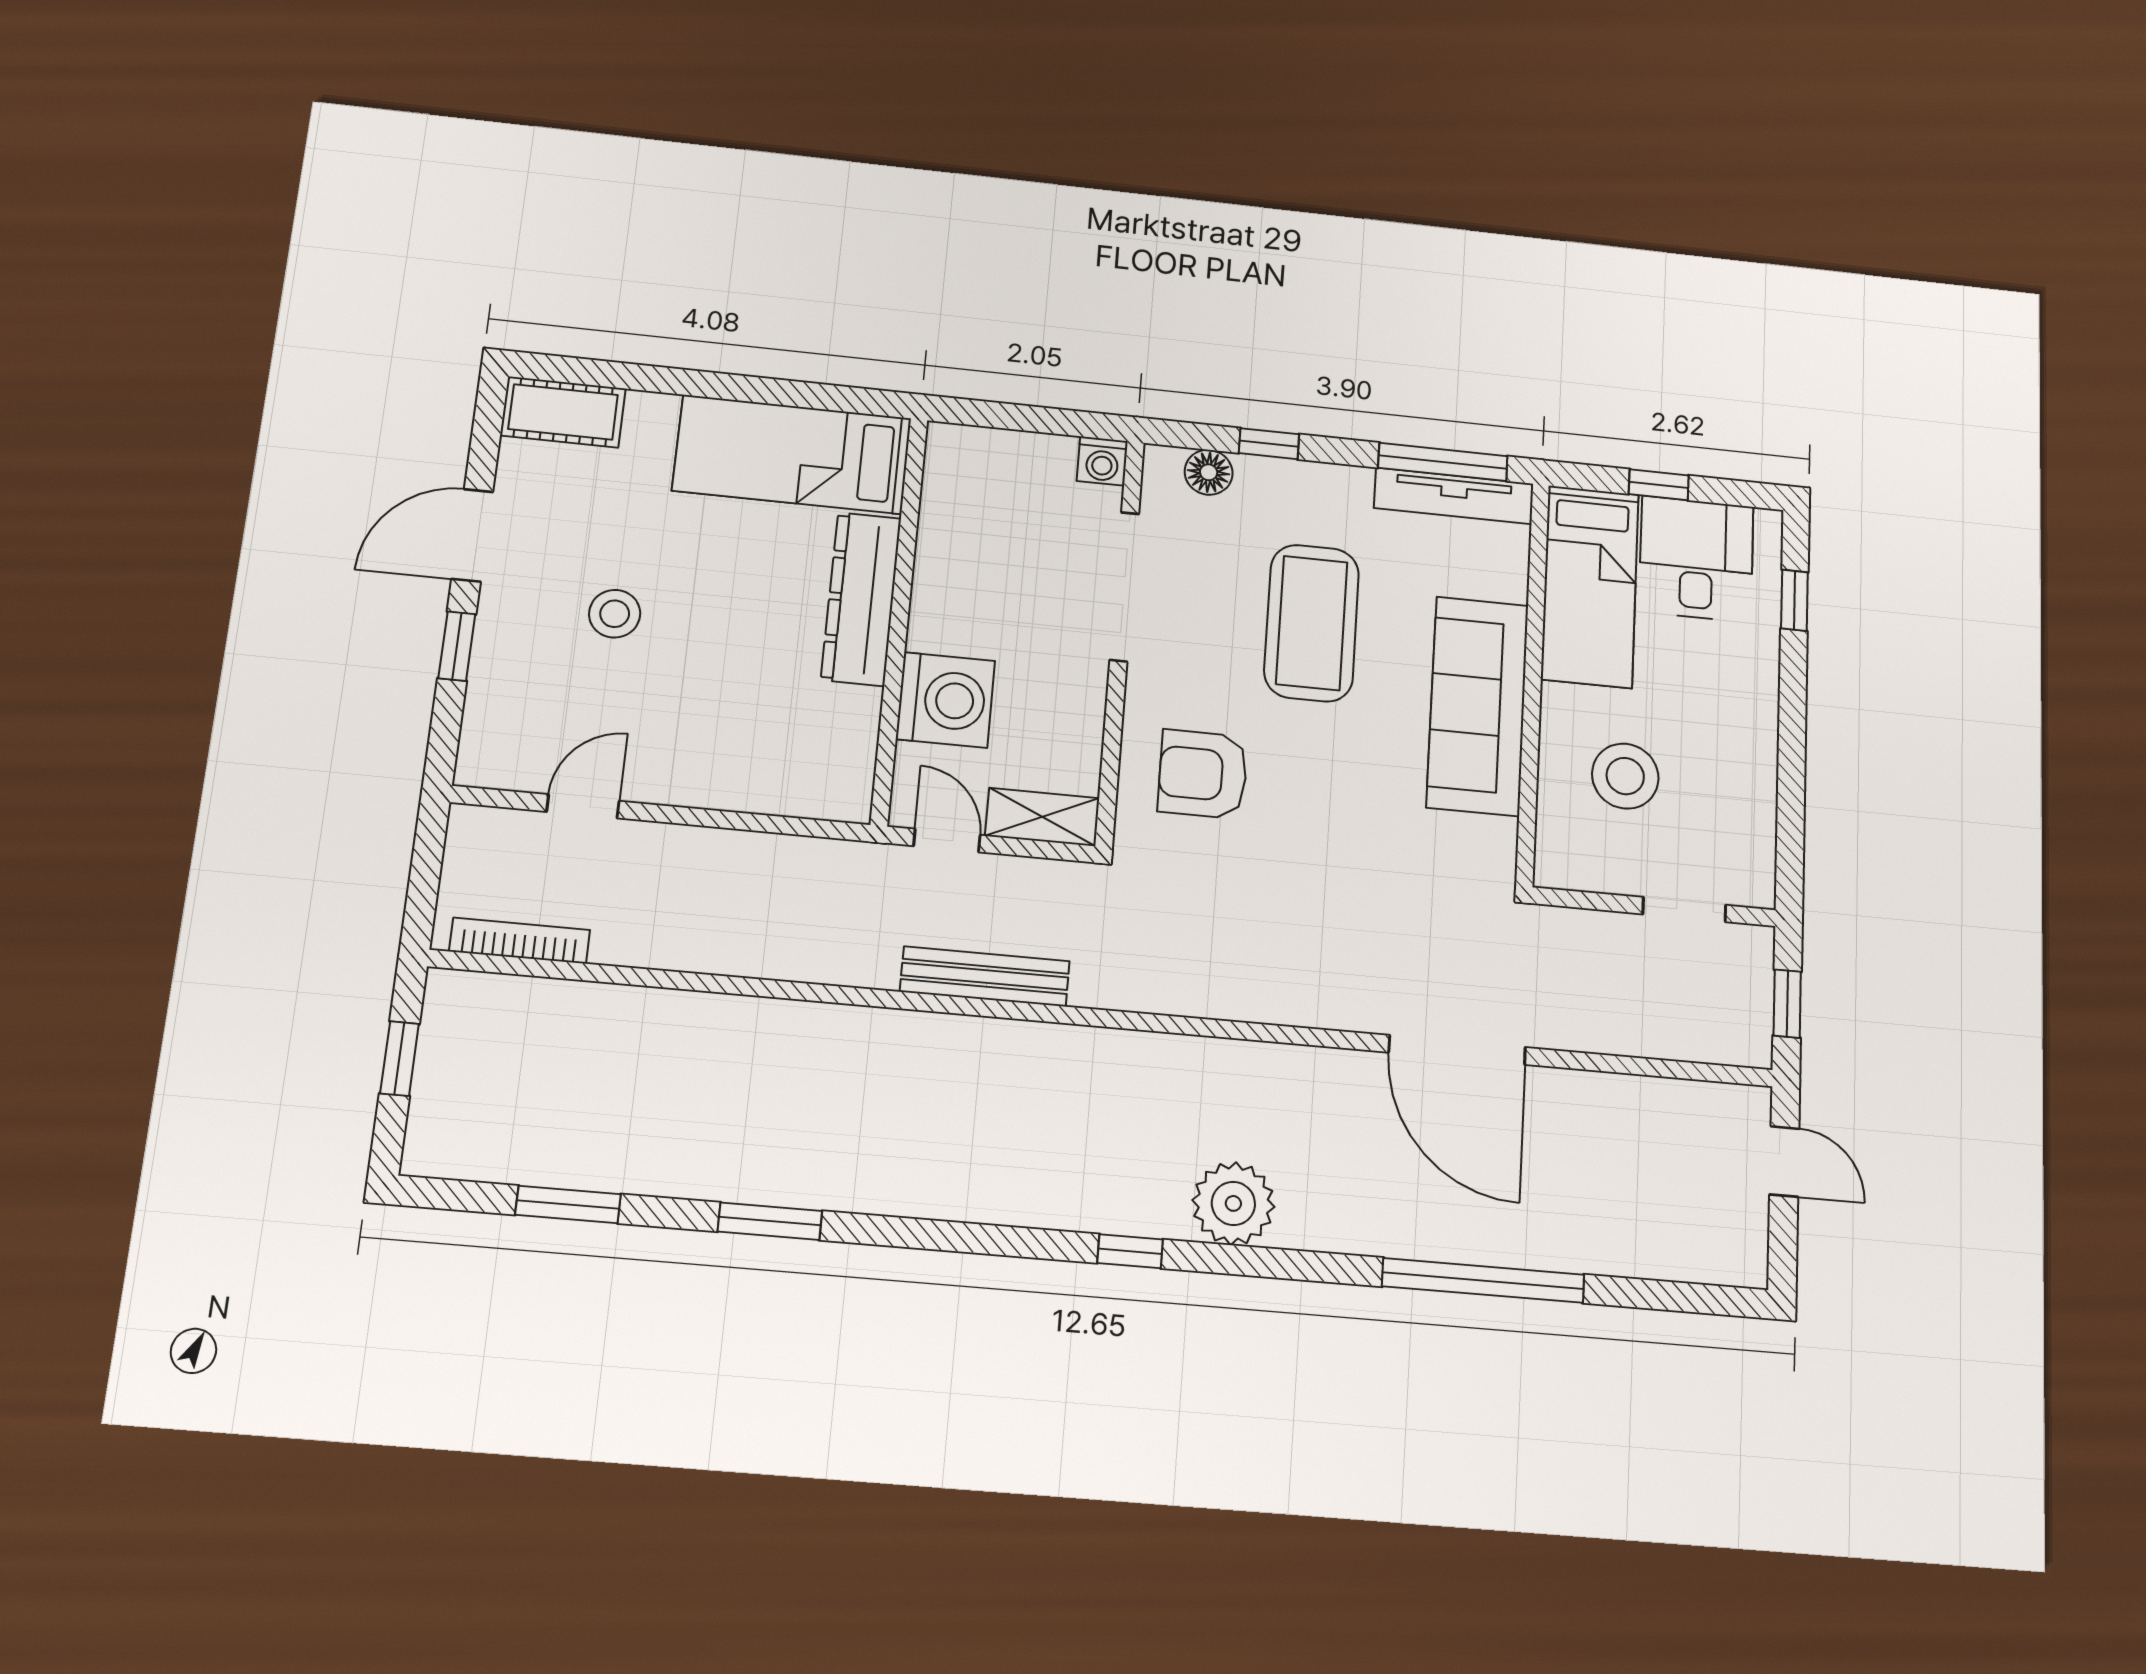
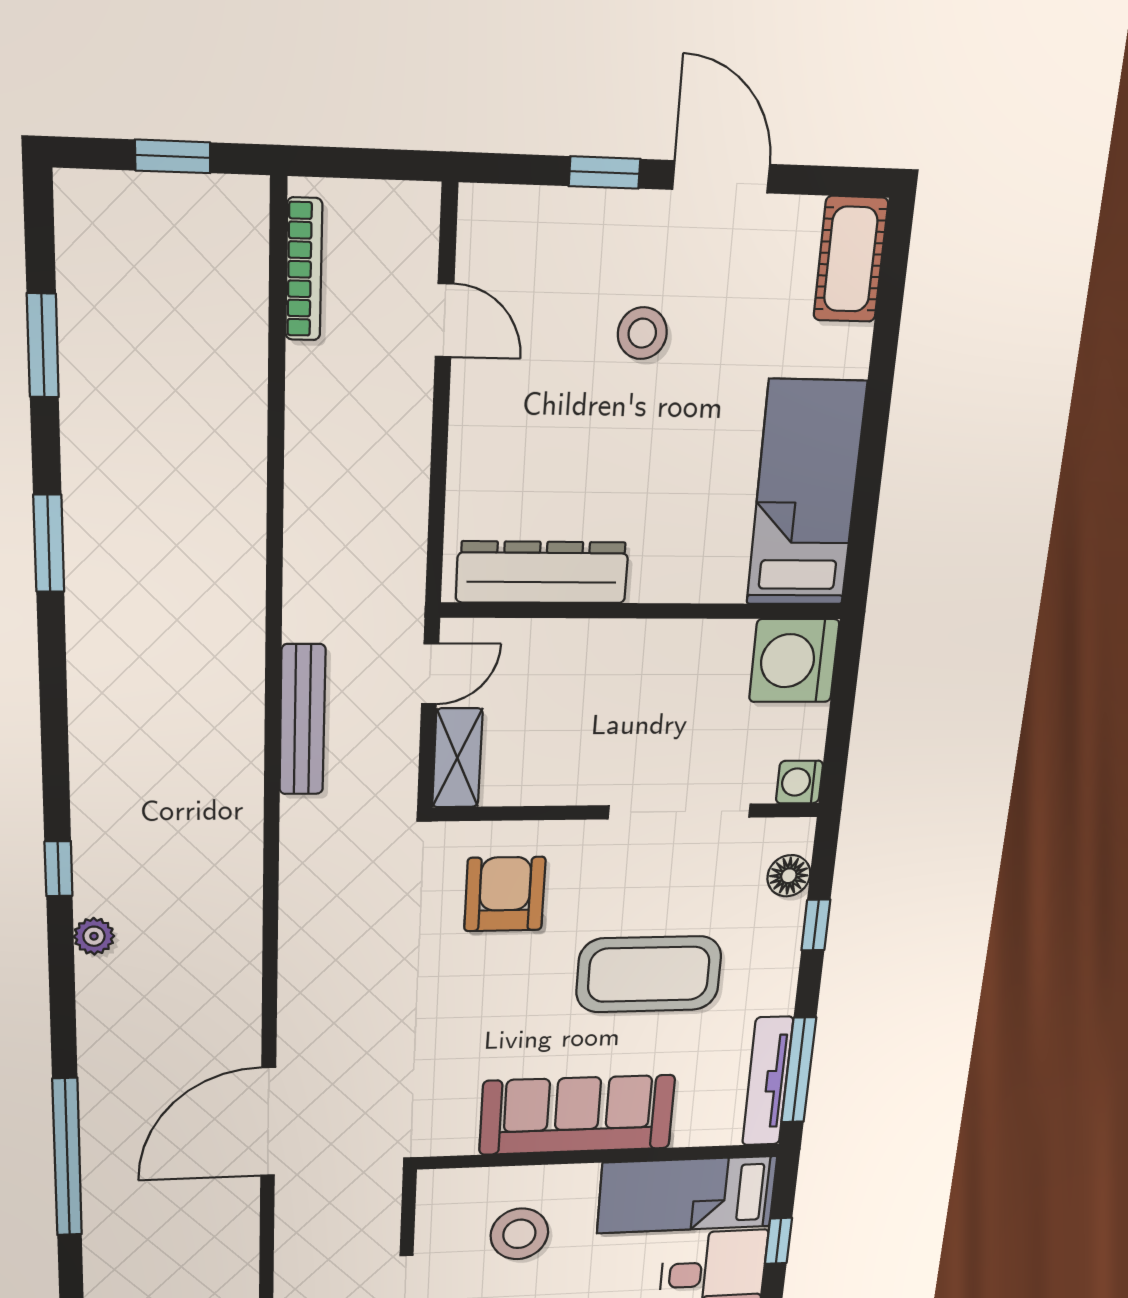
dresser: (861, 599) -> (542, 572), moved
washing machine: (946, 700) -> (794, 661), moved, turned 90
plant: (1233, 1203) -> (94, 936), width x0.53, depth x0.53

